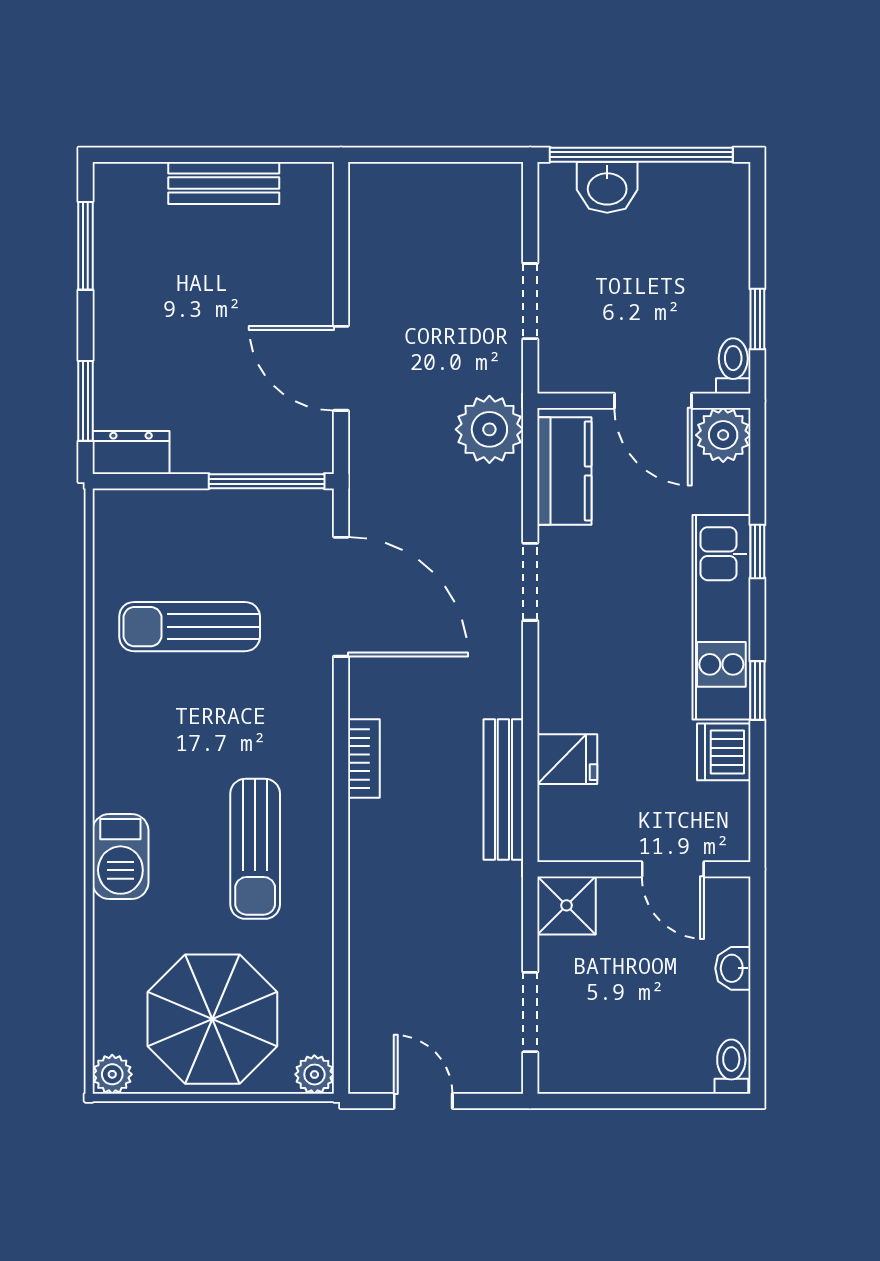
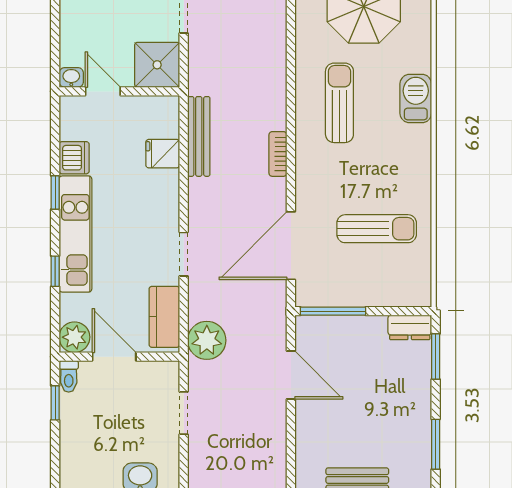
door: (341, 597) -> (291, 246), hinge flipped
shower: (567, 905) -> (157, 65), width x1.36, depth x1.36
washbasin: (733, 968) -> (71, 77), moved, turned -90

